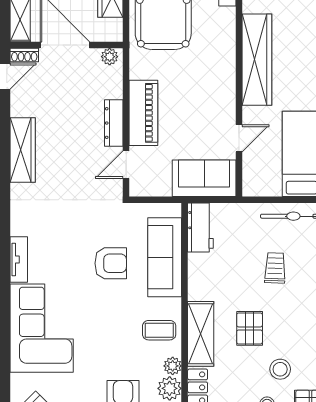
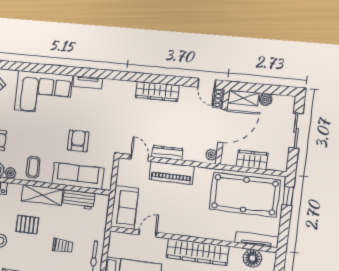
door: (239, 138) -> (147, 233), swing flipped
workbench: (200, 228) -> (79, 199), moved
armchair: (111, 263) -> (78, 141), turned 180
shelving: (201, 334) -> (42, 195), moved

